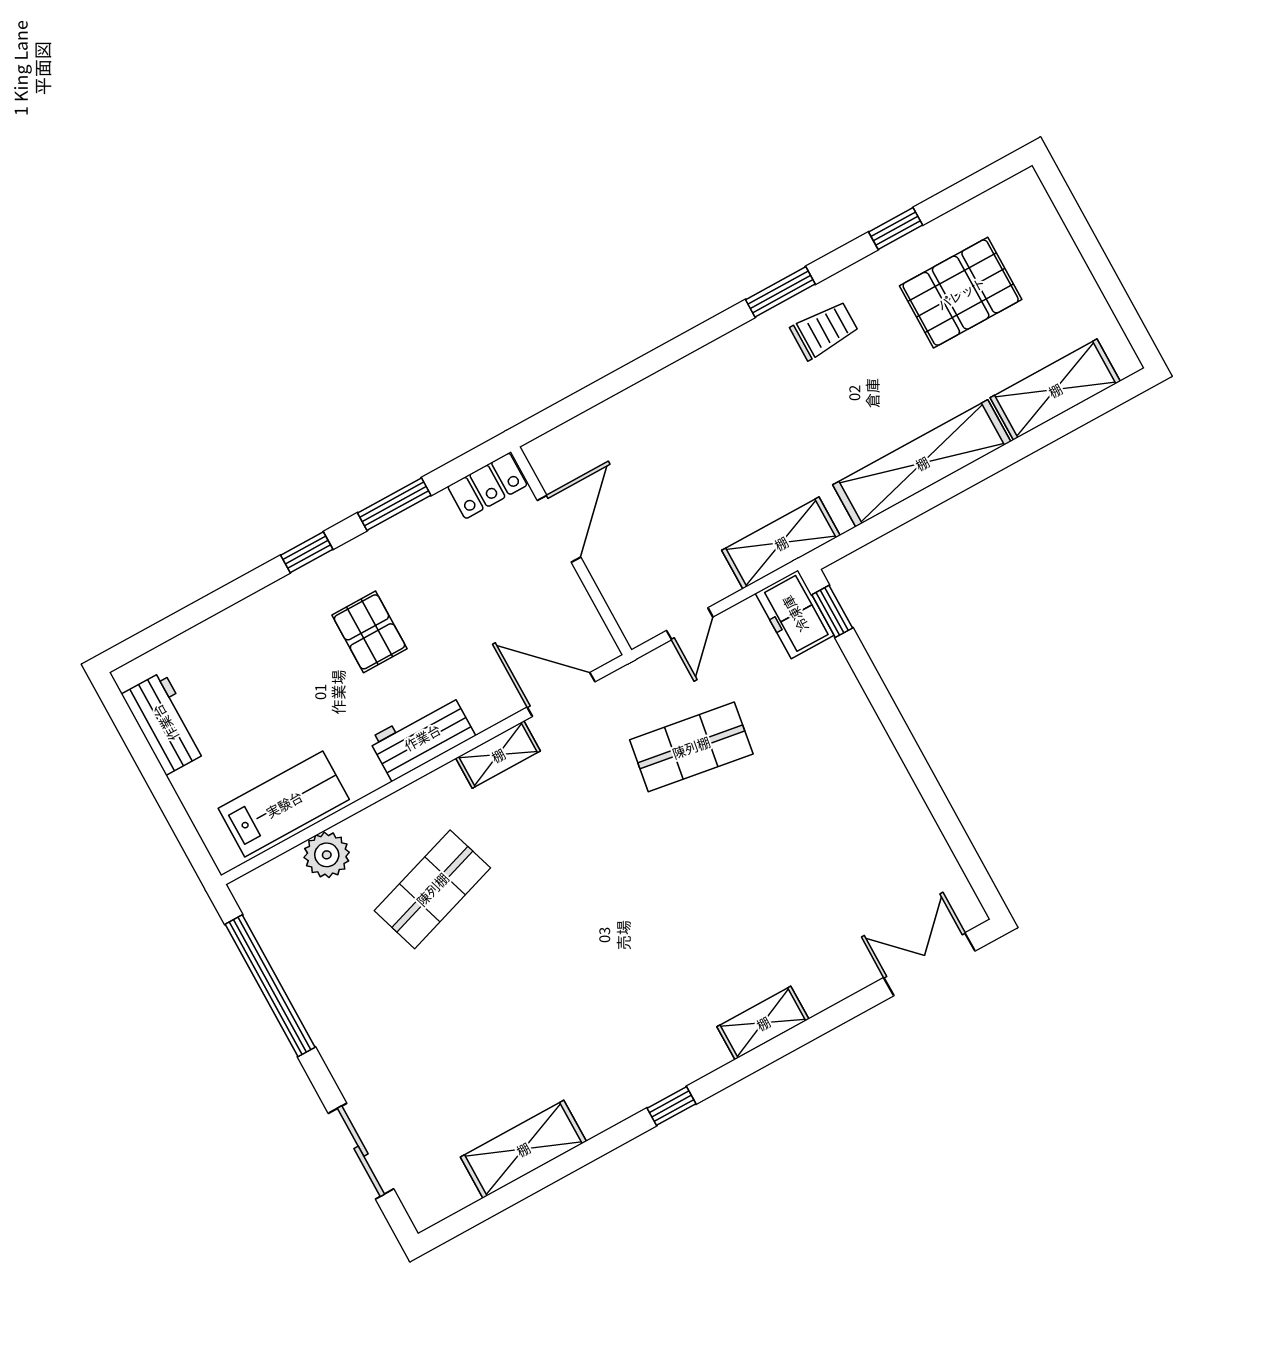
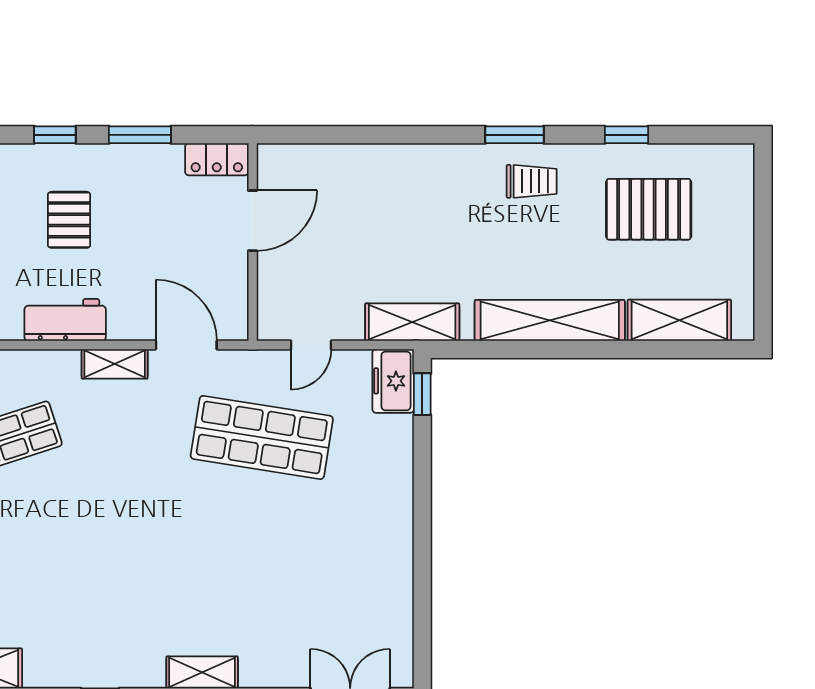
shop shelf: (691, 747) -> (262, 437), width x1.43, depth x1.36

